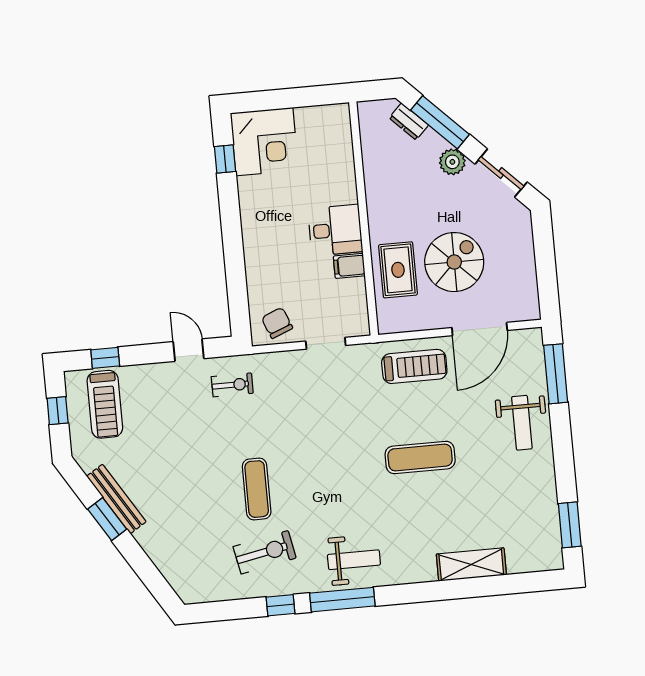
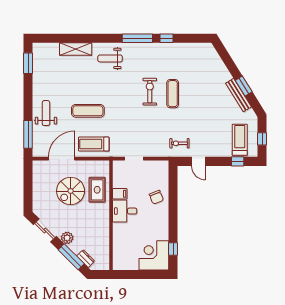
chair: (277, 323) -> (156, 197), moved
exercise mat: (420, 457) -> (88, 111), moved
exercise bike: (265, 552) -> (150, 92), moved, turned 101
weight bench: (354, 560) -> (110, 58), moved

